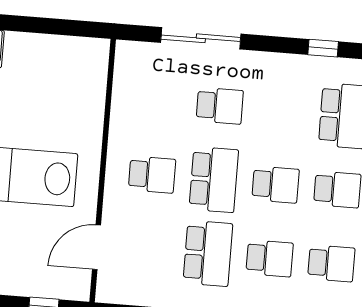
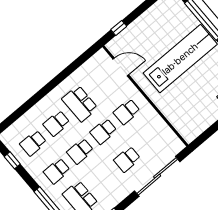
sliding door: (201, 38) -> (157, 176), width x1.36
school desk: (214, 180) -> (103, 131), width x0.54
door: (97, 247) -> (121, 67), hinge flipped

